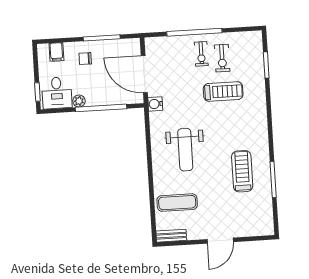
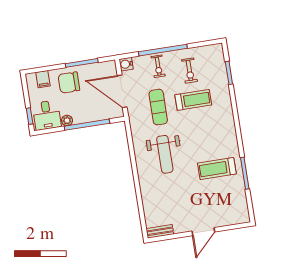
exercise bike: (201, 54) -> (158, 66), moved
chair: (85, 59) -> (69, 83), width x1.87, depth x1.87
water cooler: (155, 104) -> (126, 64), moved
treadmill: (242, 171) -> (217, 169), turned -90
exercise mat: (177, 203) -> (158, 107), moved, turned 90

